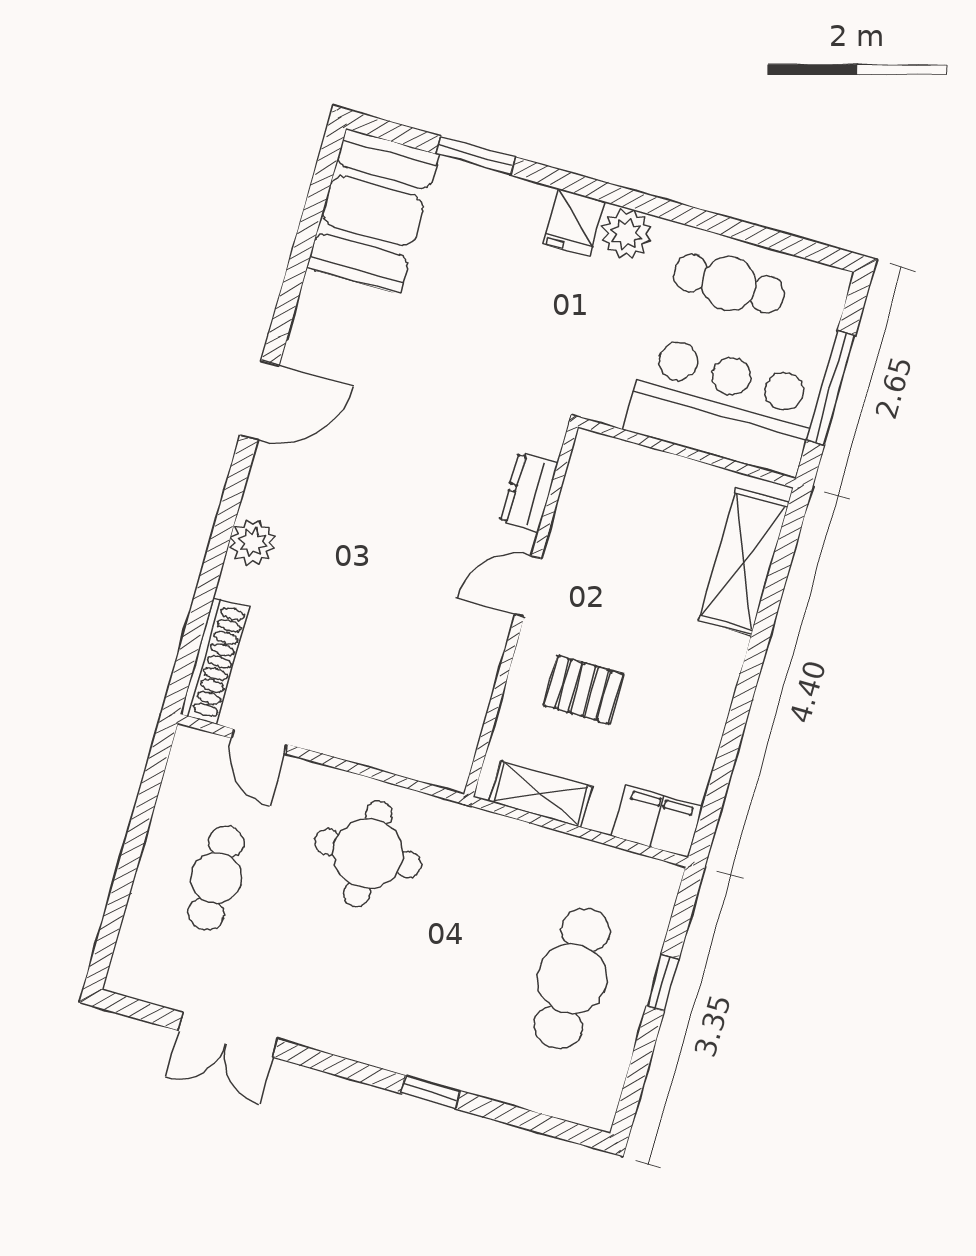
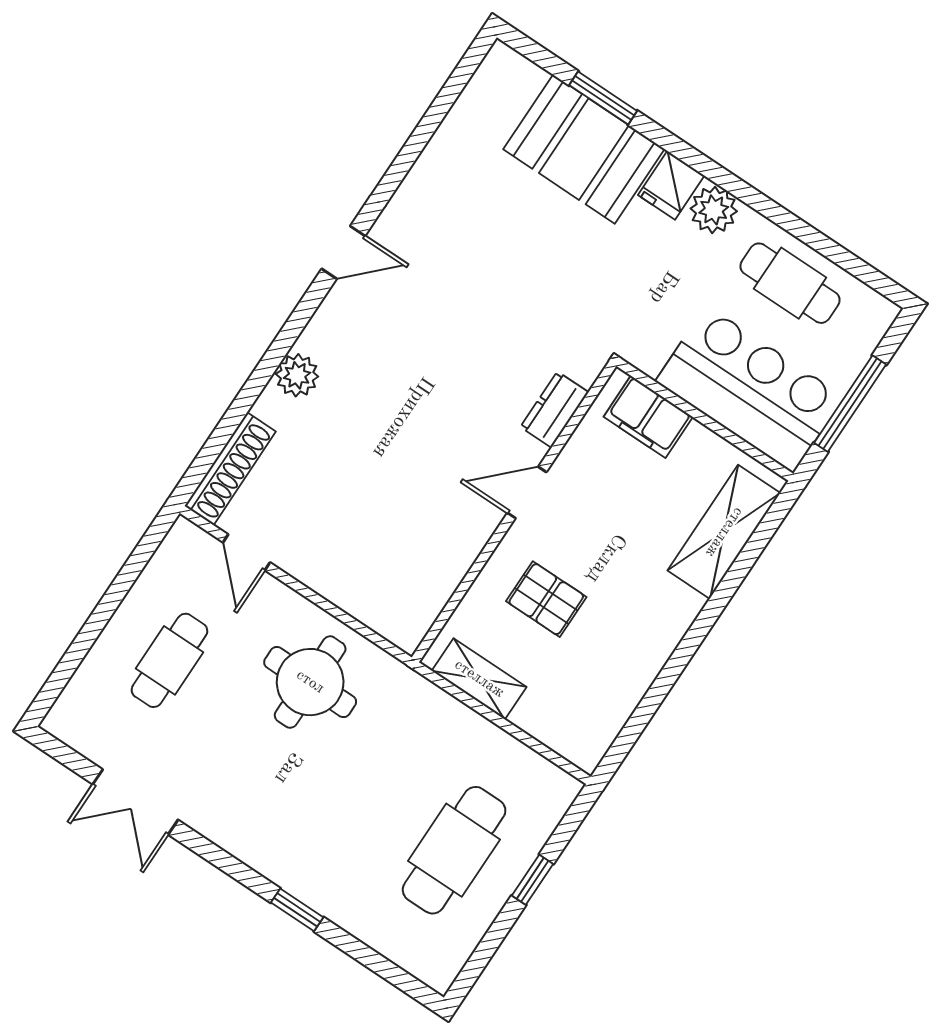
booth: (373, 211) -> (584, 149), moved, turned 90
door: (259, 400) -> (343, 252), width x0.73
filing cabinet: (657, 821) -> (648, 417), moved, turned 180

